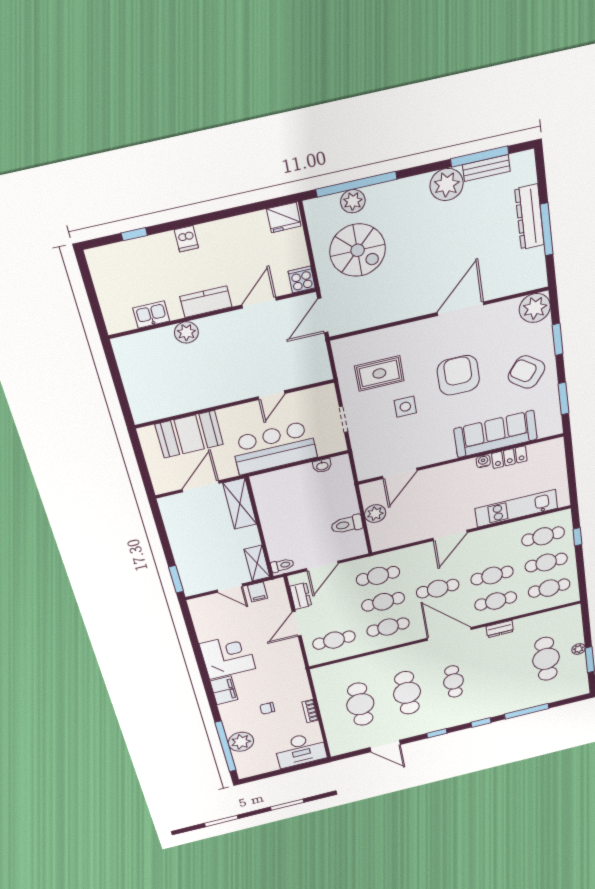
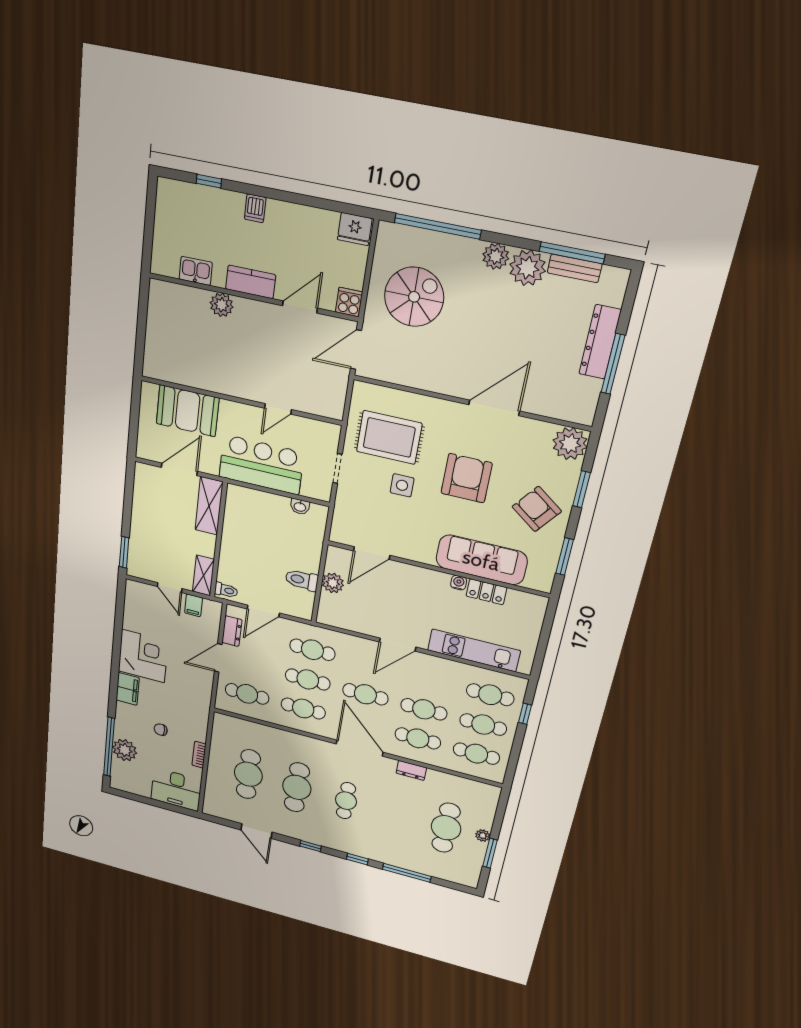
plant: (353, 201) -> (496, 256), moved
spiral stairs: (358, 250) -> (414, 297), turned -90
rug: (379, 373) -> (389, 437), width x1.36, depth x1.43

